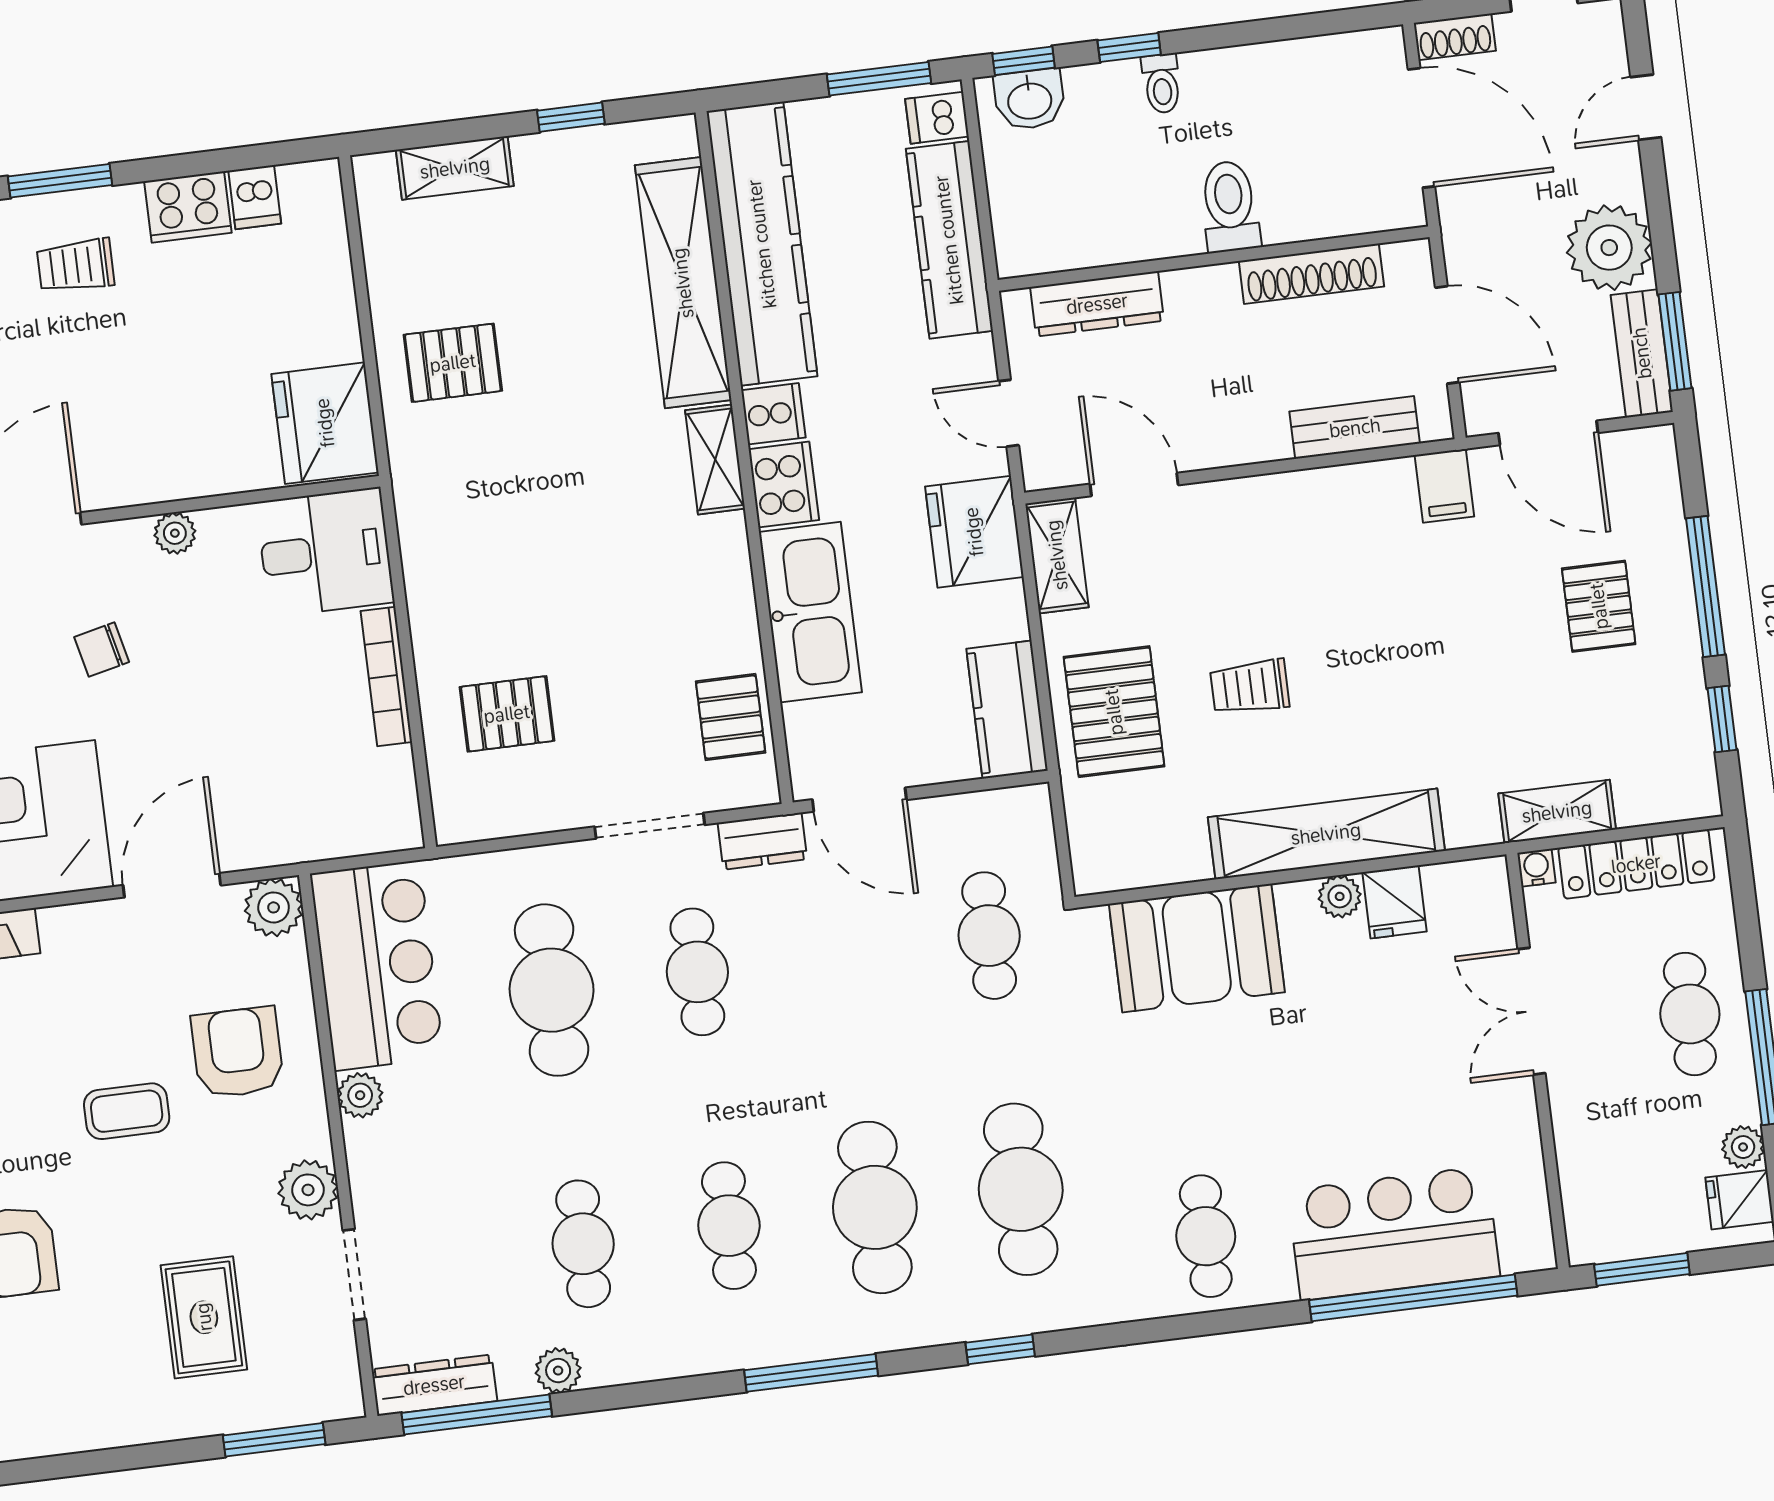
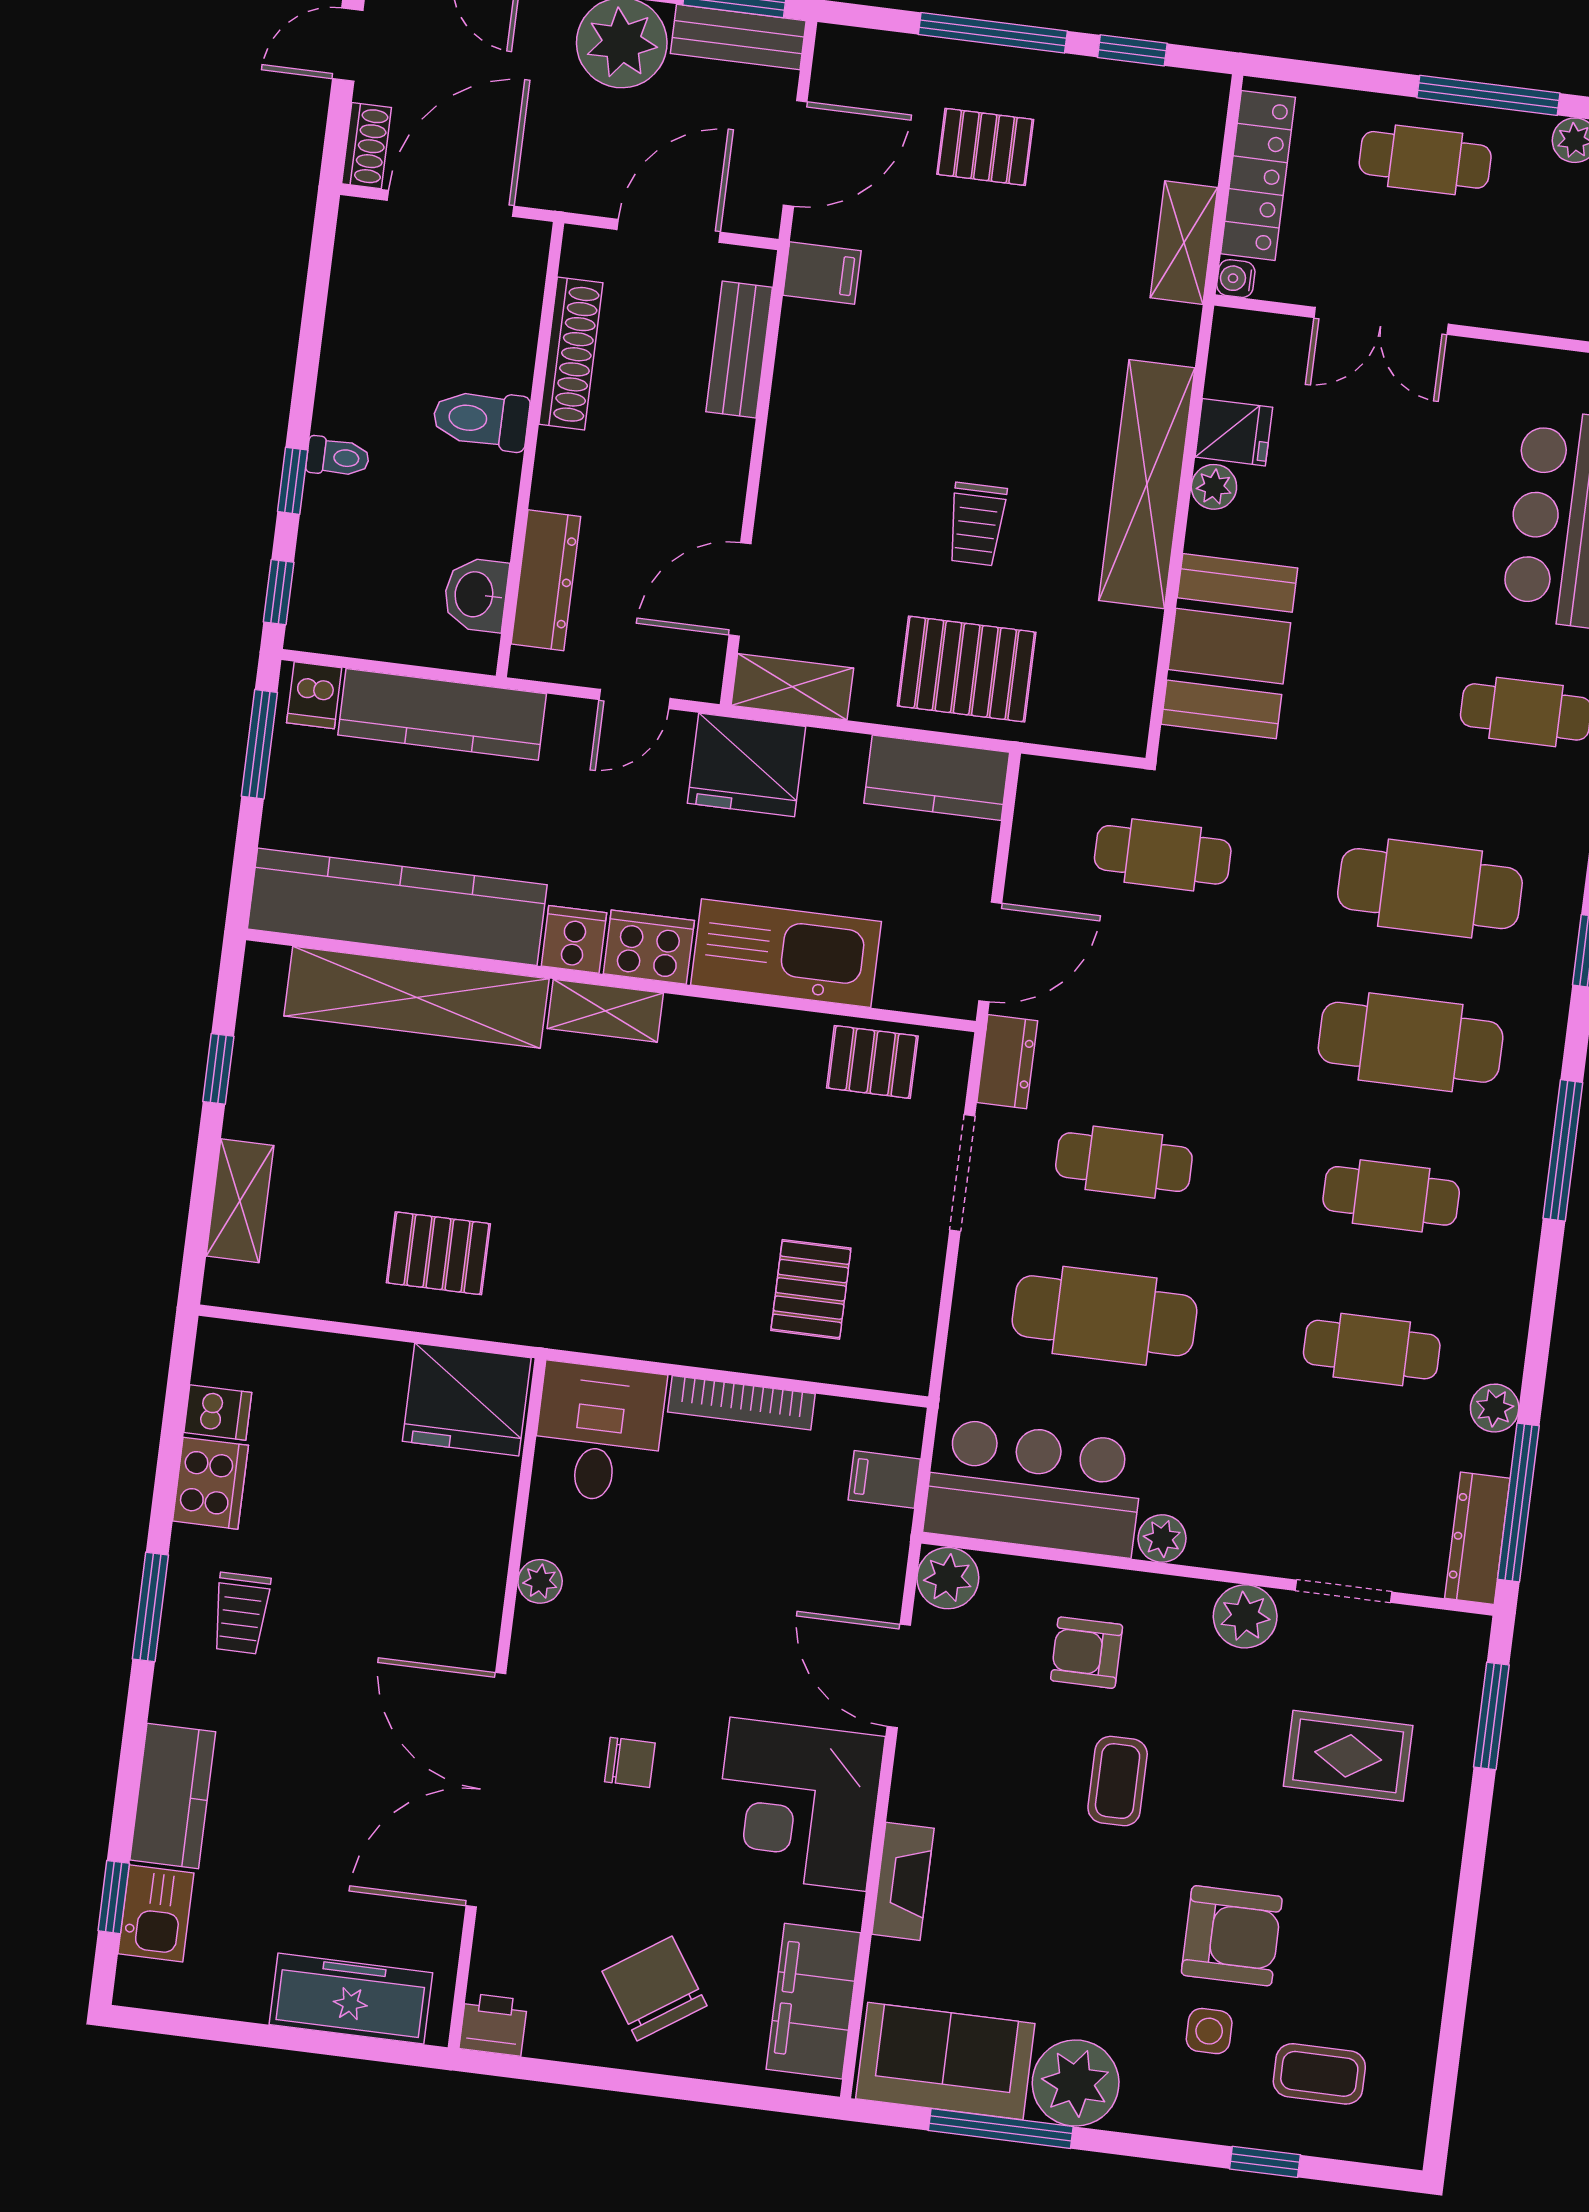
washbasin: (1030, 99) -> (476, 595), moved, turned 180
pallet: (453, 363) -> (438, 1253), turned 90
chair: (102, 650) -> (630, 1762), moved, turned -77
filing cabinet: (349, 826) -> (884, 1479), added
armchair: (237, 1053) -> (1087, 1653), width x0.72, depth x0.72

